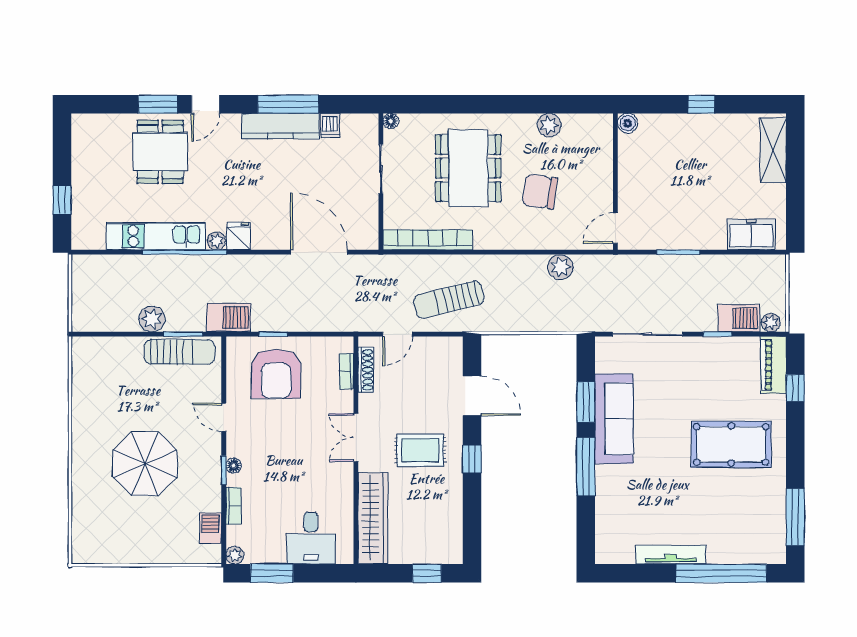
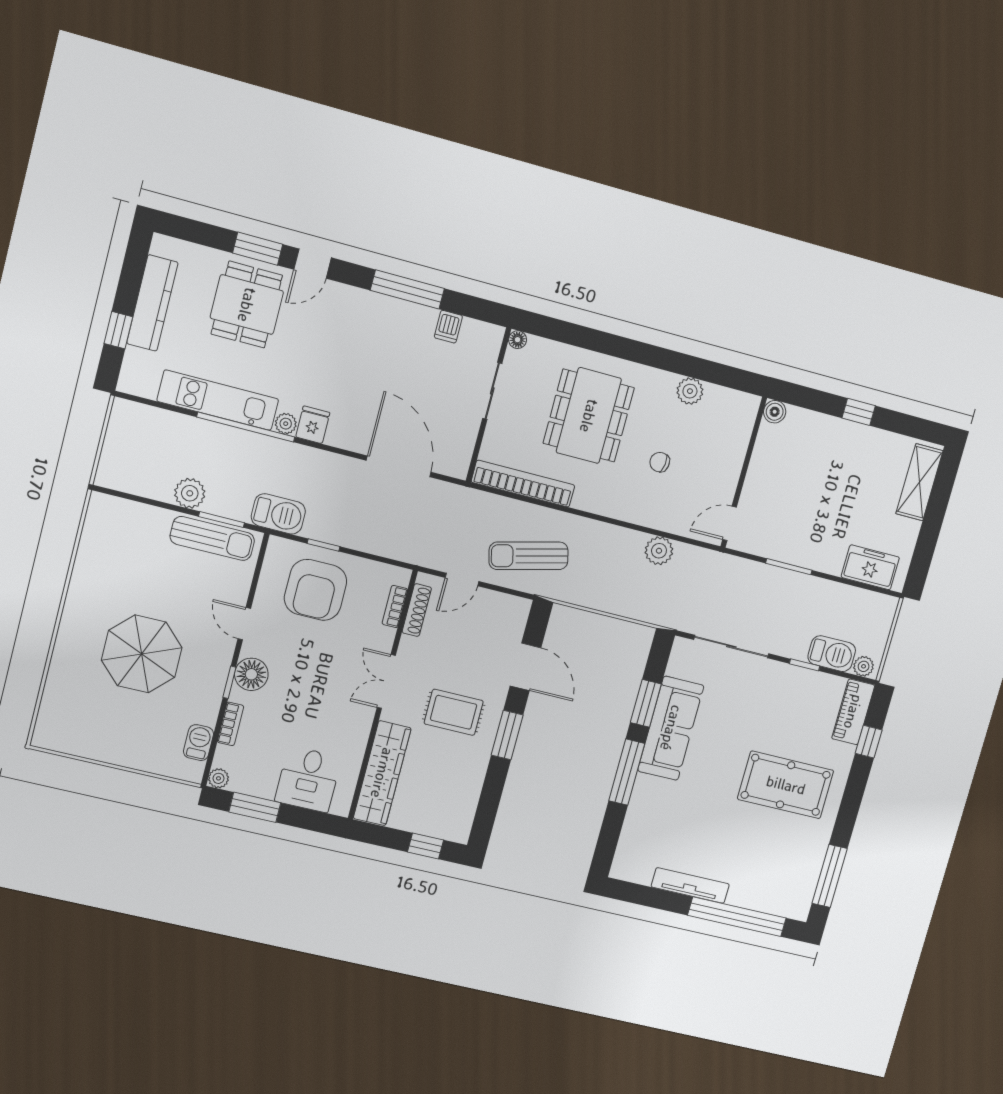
kitchen counter: (280, 126) -> (152, 303), moved, turned -90
chair: (540, 192) -> (660, 462), width x0.54, depth x0.54
window: (472, 459) -> (507, 735), width x1.50
floor lamp: (234, 466) -> (251, 674), width x1.89, depth x1.89

